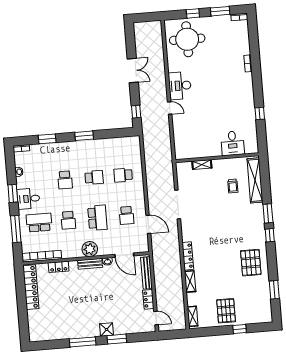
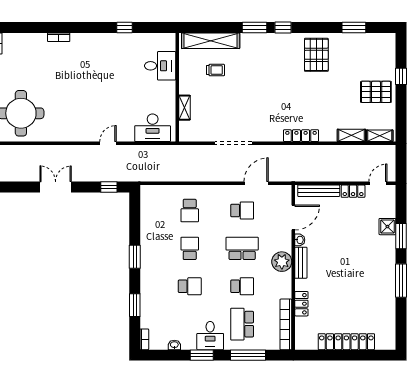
desk: (180, 86) -> (153, 128), moved
pallet: (251, 263) -> (316, 55), turned 90
shelving: (190, 281) -> (351, 135), moved
locker: (31, 287) -> (346, 342), moved
shower: (107, 329) -> (387, 227), moved

